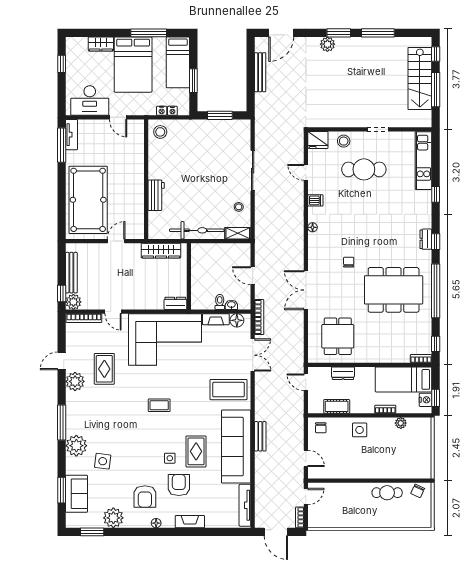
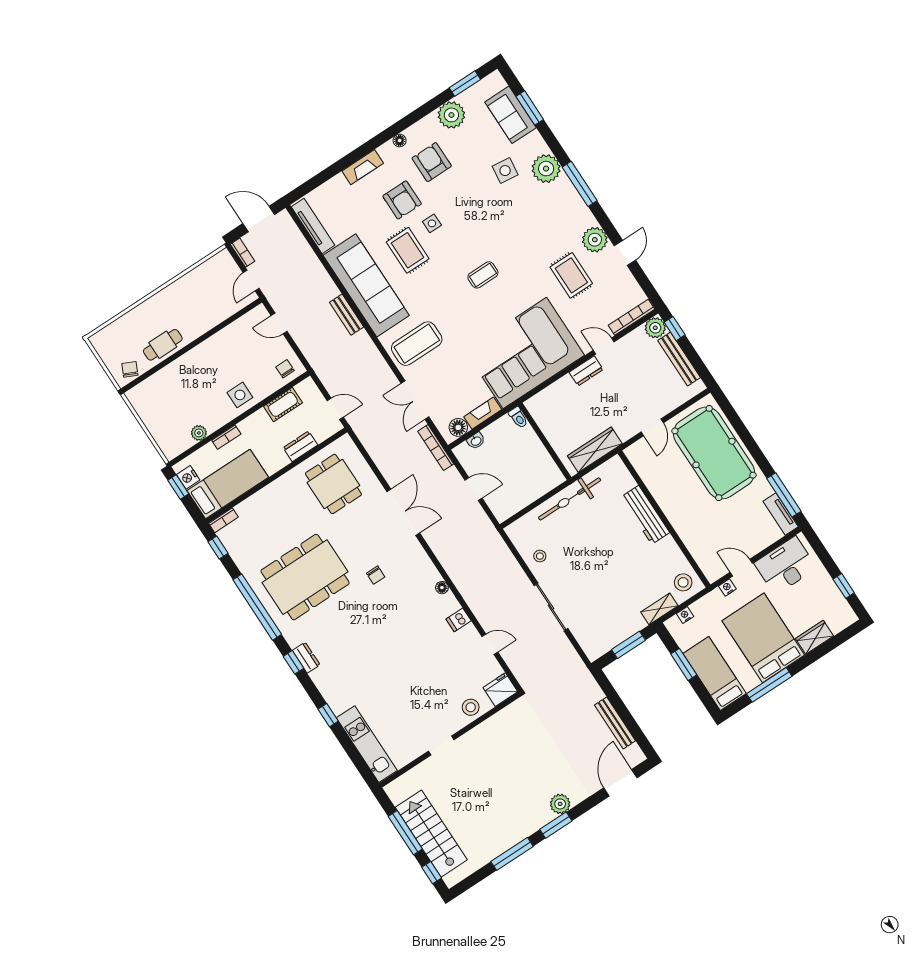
nightstand: (162, 111) -> (727, 587), moved
cafe table: (364, 169) -> (427, 690), removed
workbench: (156, 195) -> (645, 515), width x1.38
shelving: (238, 233) -> (659, 609), moved
toilet: (220, 302) -> (518, 418), moved
dresser: (175, 303) -> (586, 371), moved

